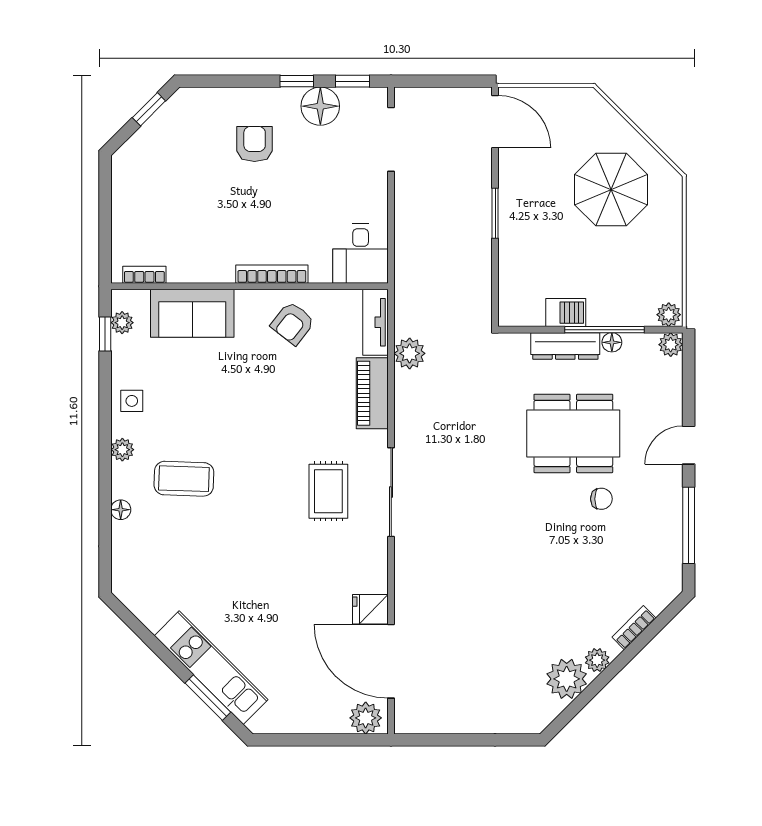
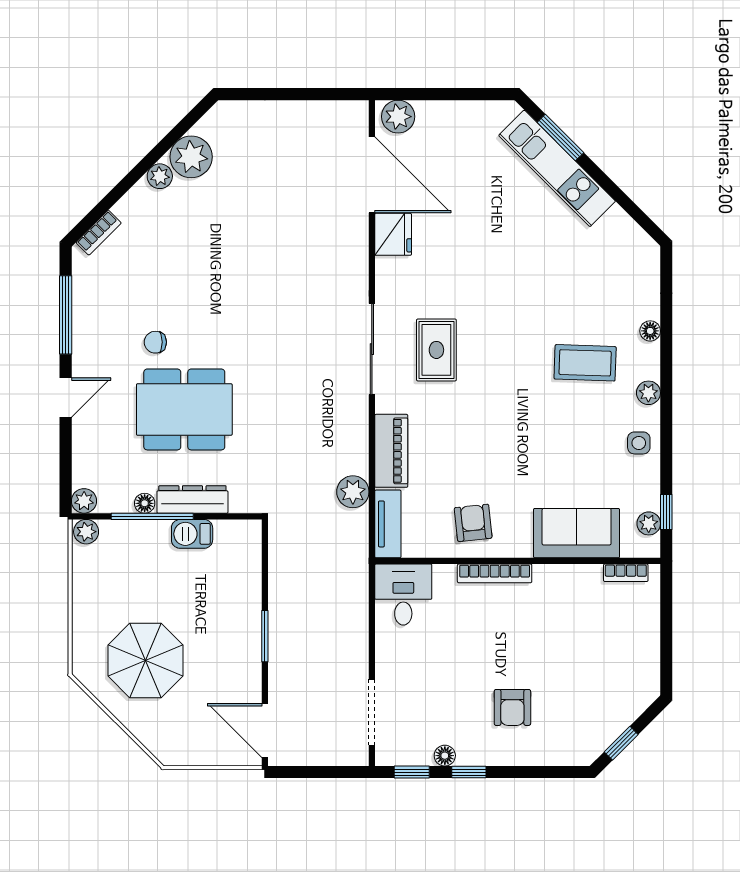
floor lamp: (320, 106) -> (445, 756), width x0.53, depth x0.53
armchair: (293, 323) -> (473, 523), turned -44
fridge: (370, 609) -> (393, 234), width x1.38
bookcase: (634, 628) -> (99, 233), moved

